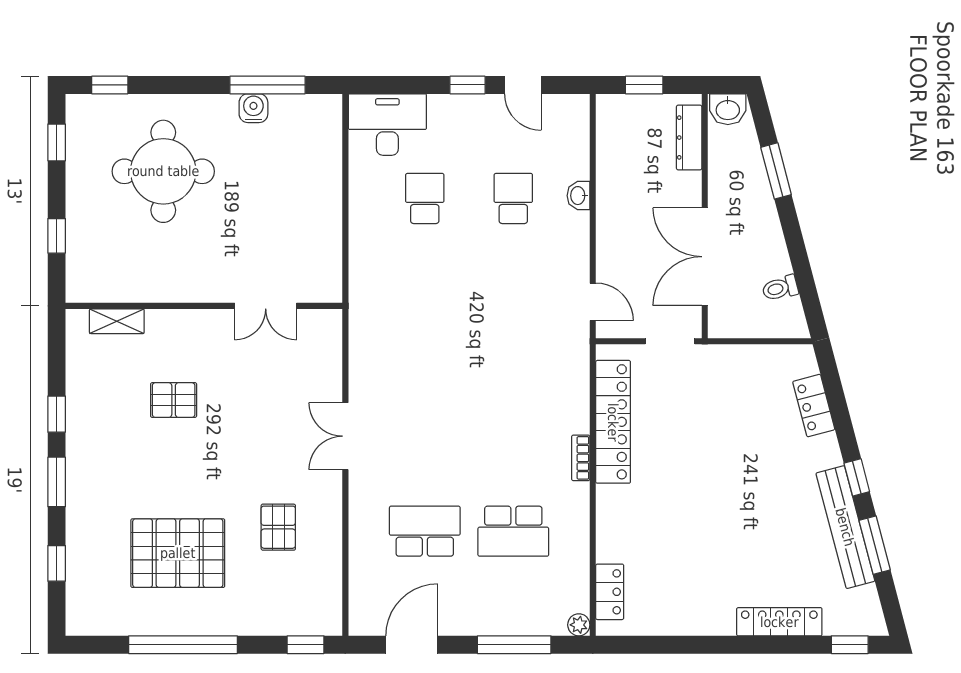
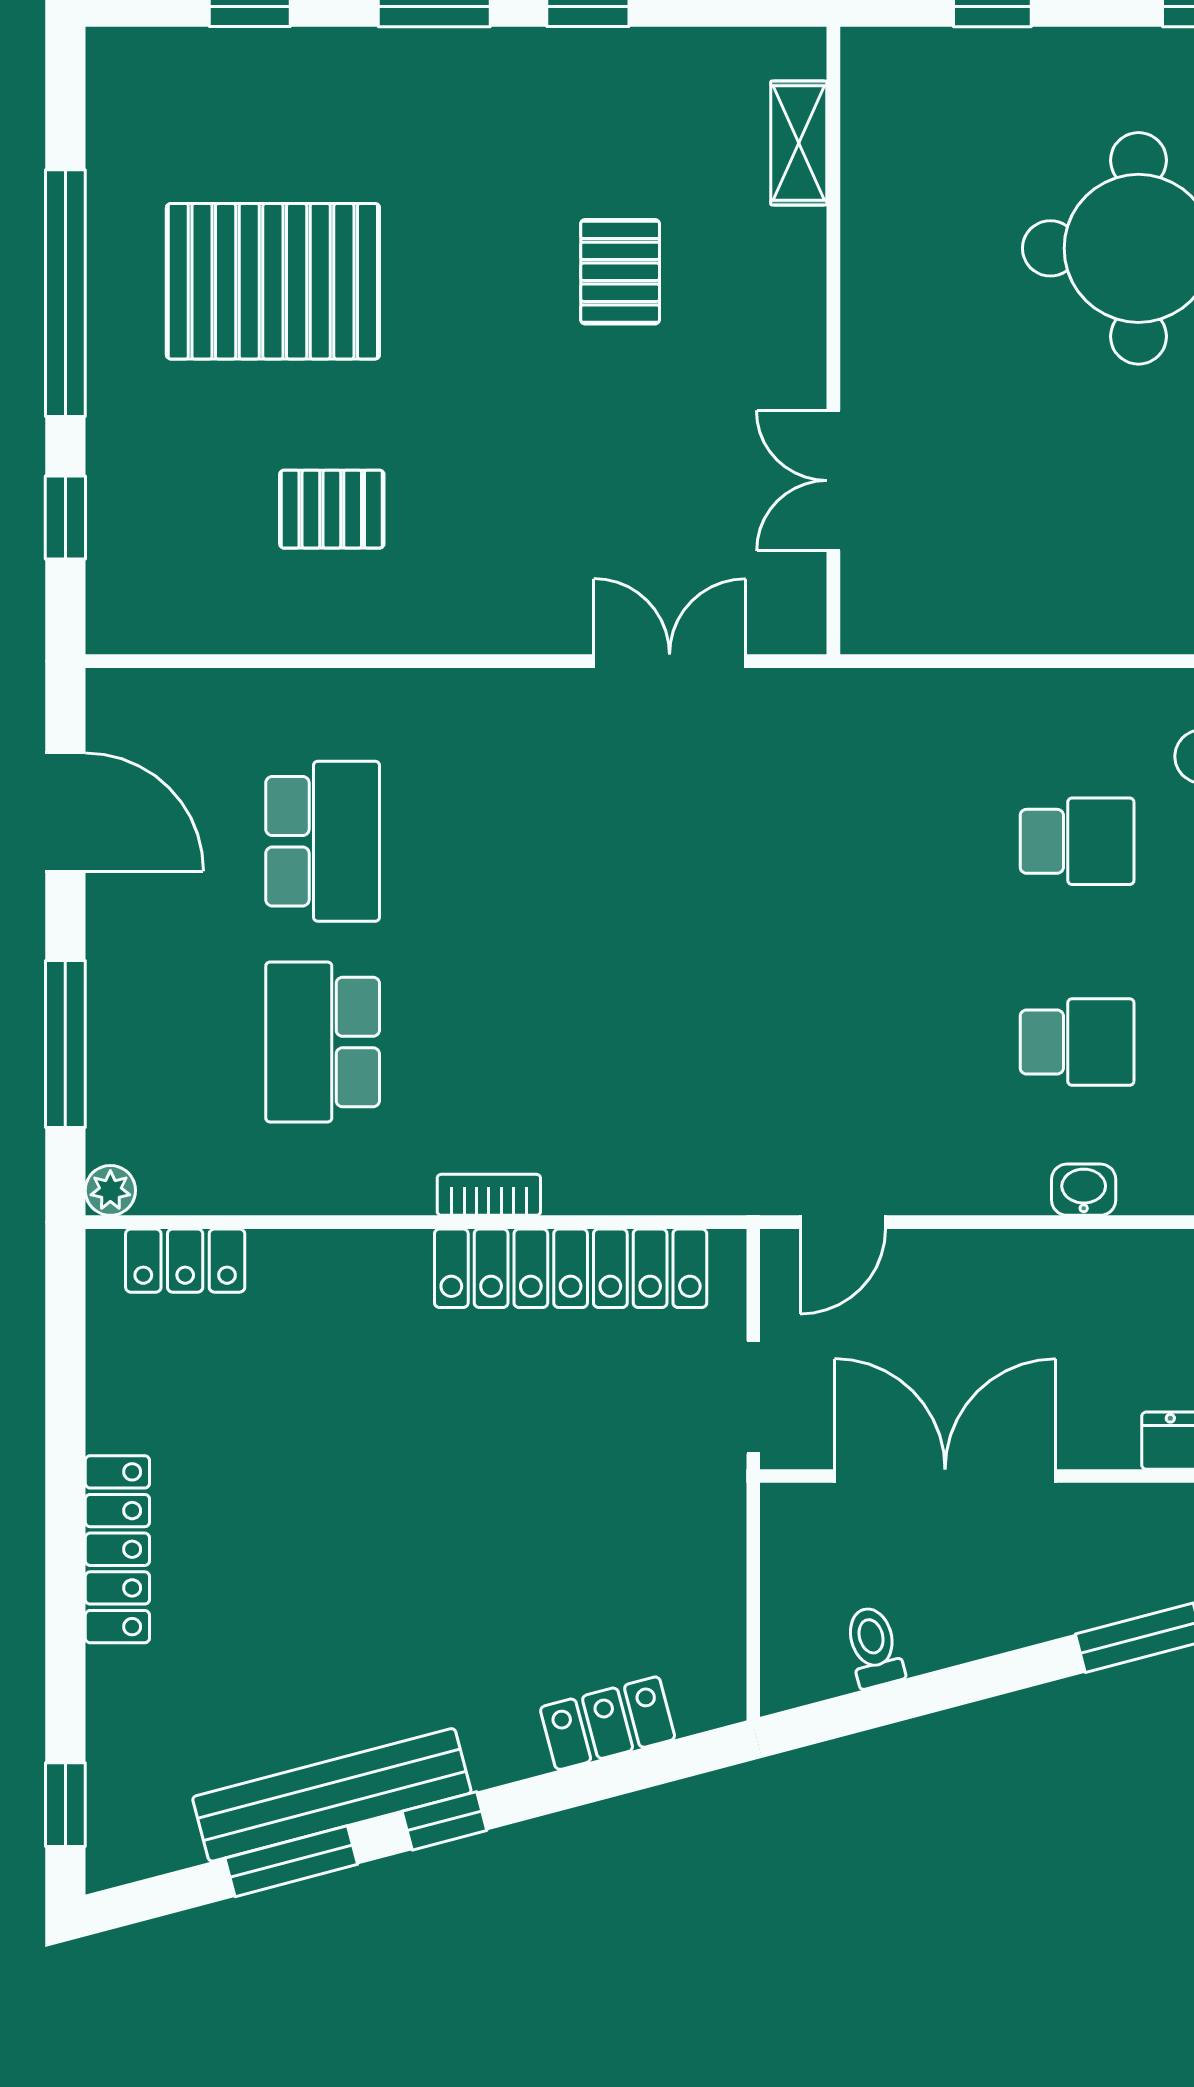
double door: (345, 436) -> (670, 661), moved
pallet: (178, 553) -> (273, 281), turned 90
locker: (779, 622) -> (117, 1549), moved
window: (306, 645) -> (65, 518), moved

